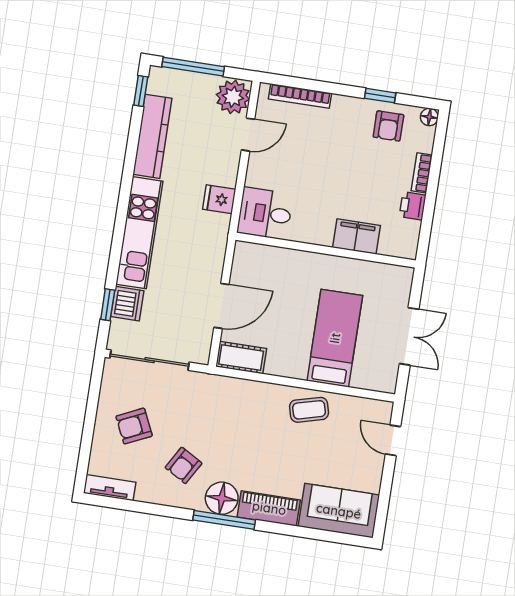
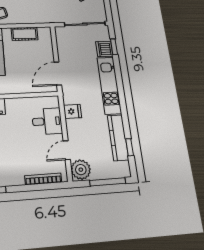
window: (141, 91) -> (130, 147), moved
desk: (265, 213) -> (47, 121), moved
door: (221, 306) -> (58, 74), moved
cot: (241, 358) -> (25, 34), moved

